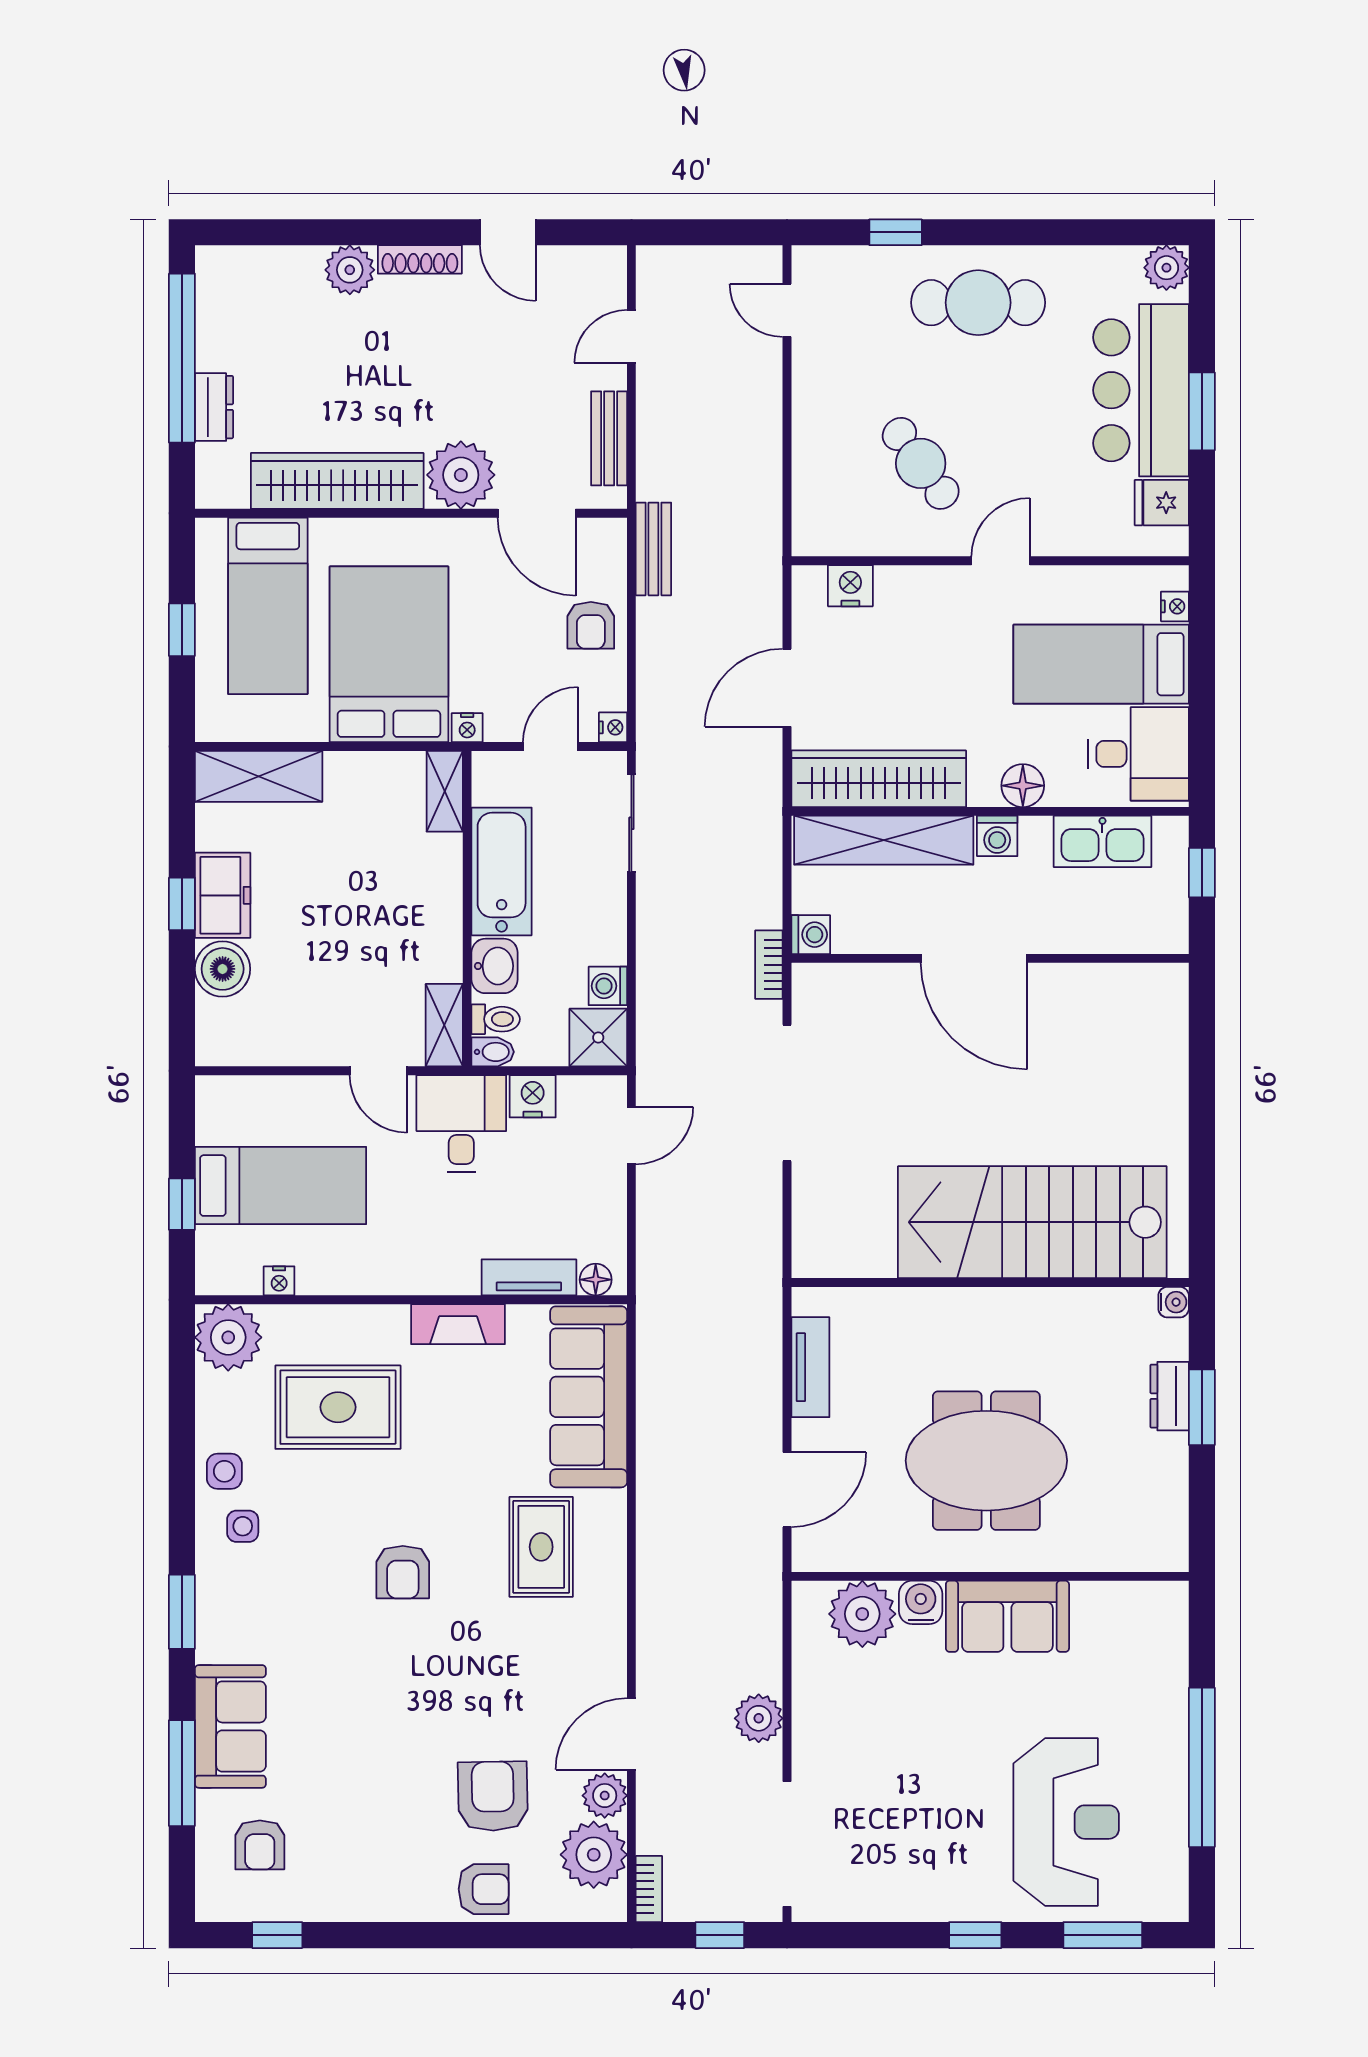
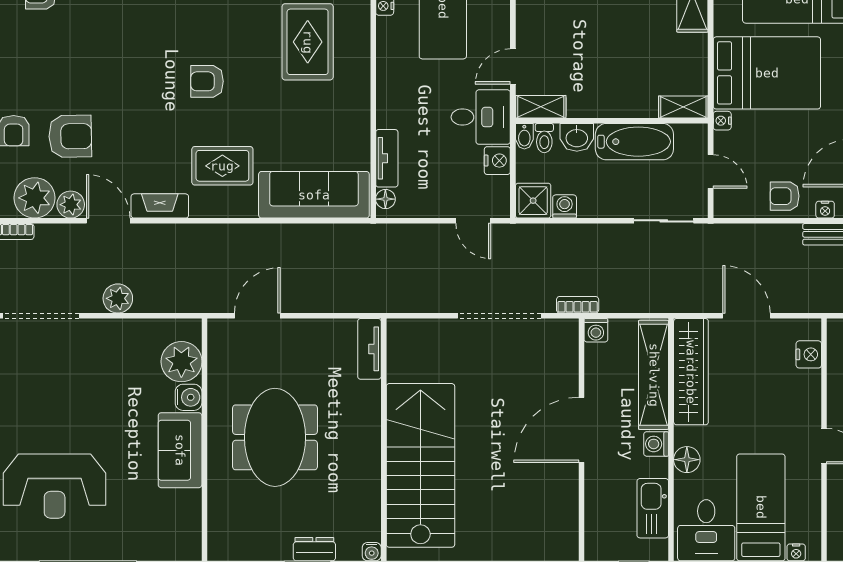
nightstand: (613, 727) -> (825, 210), moved
fireplace: (458, 1324) -> (160, 206), moved, turned 90
tv unit: (810, 1367) -> (369, 349), moved, turned 90
door: (787, 1490) -> (257, 316), swing flipped

